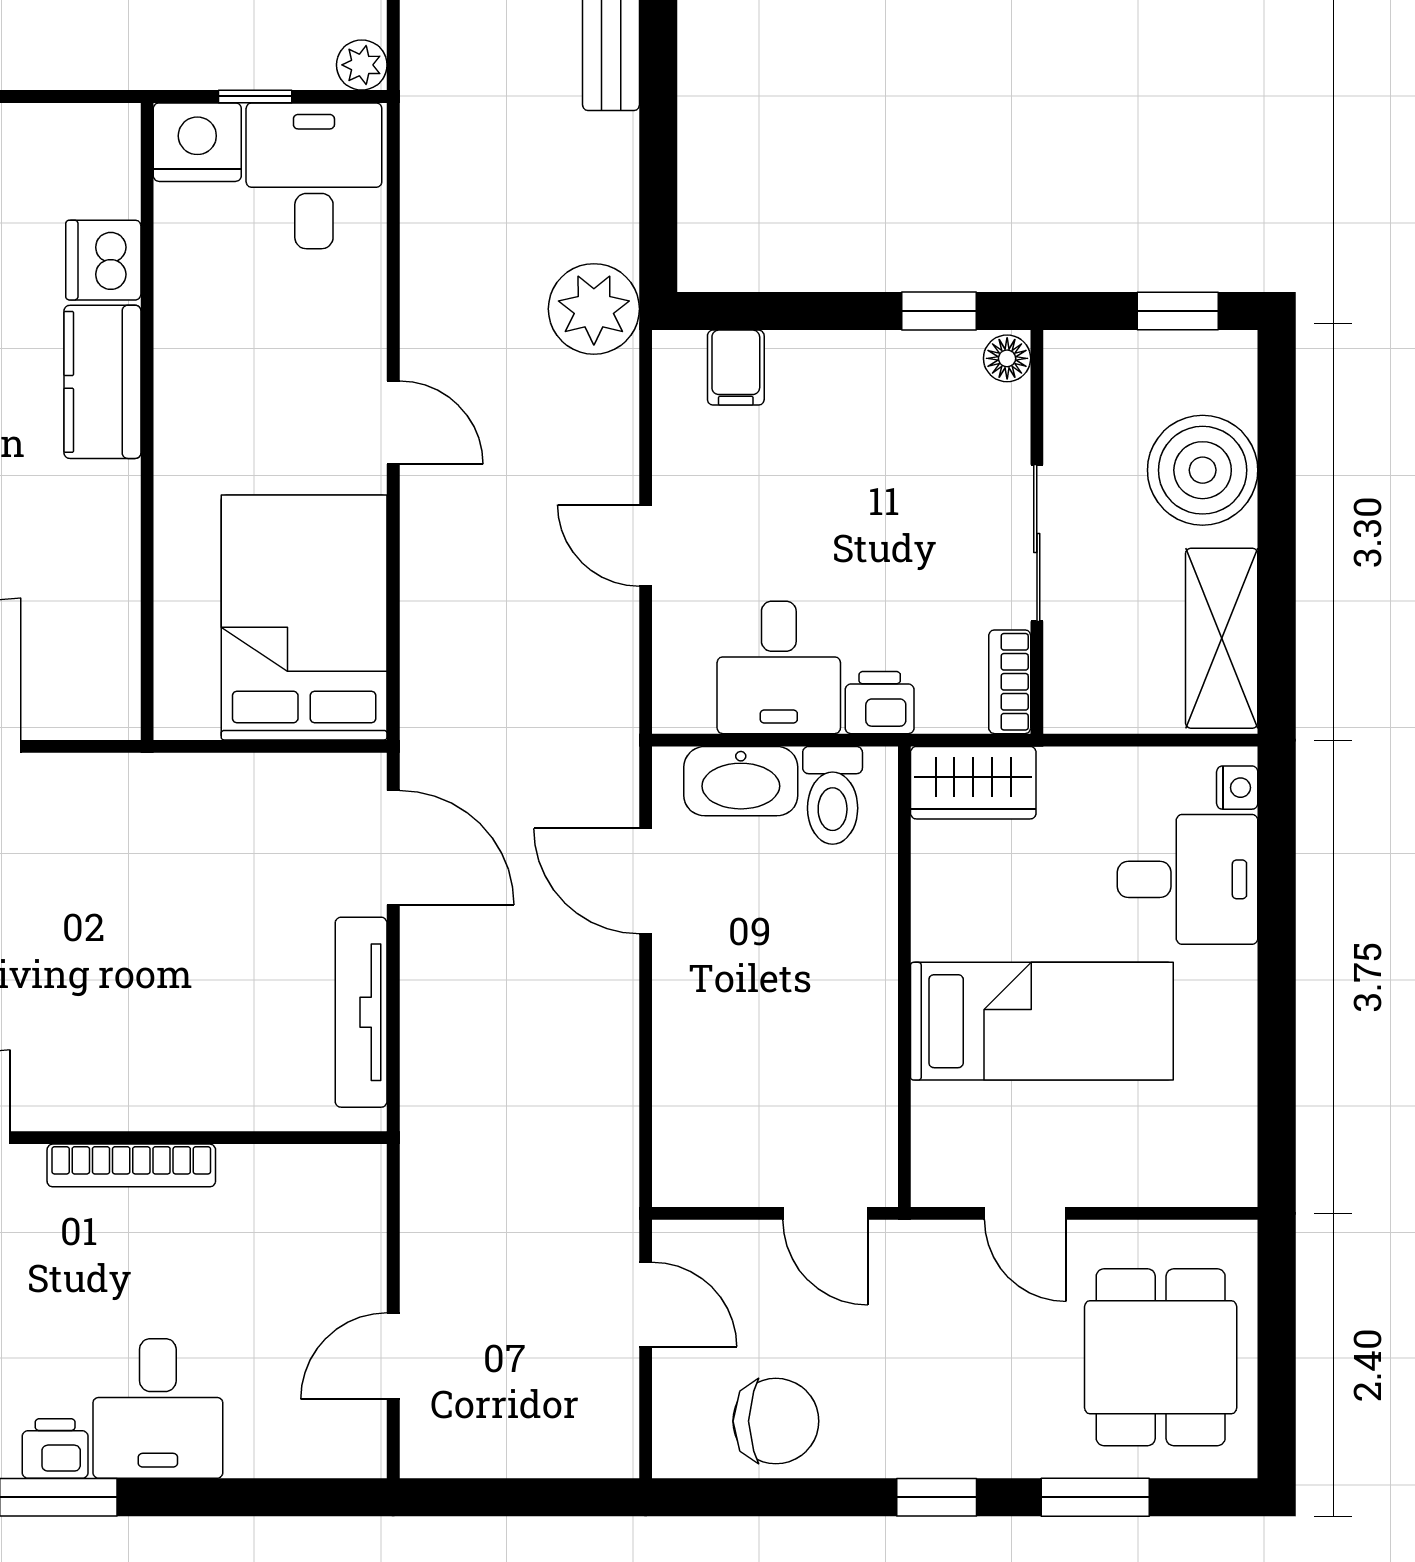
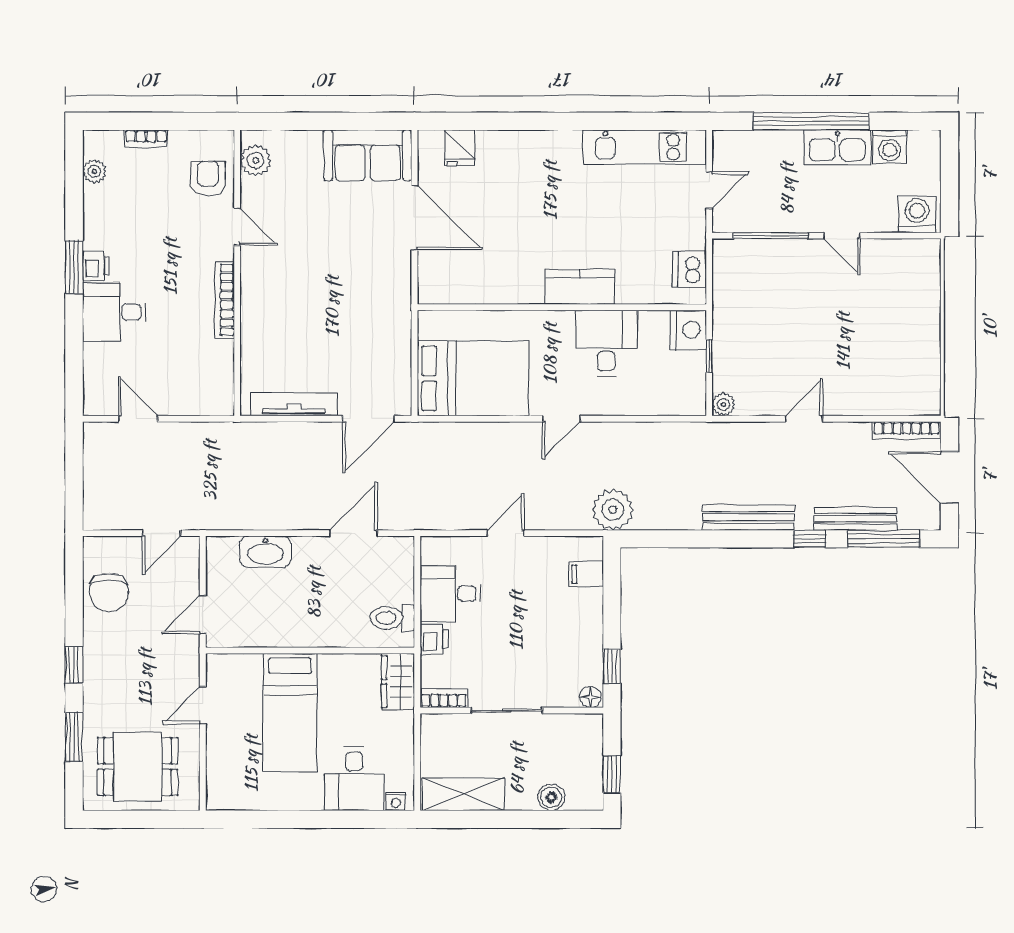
desk: (314, 176) -> (606, 343), moved, turned -90
dishwasher: (103, 260) -> (689, 269), moved, turned -90
boiler: (1203, 470) -> (551, 797), width x0.54, depth x0.54
washbasin: (741, 781) -> (265, 552), moved, turned -90

